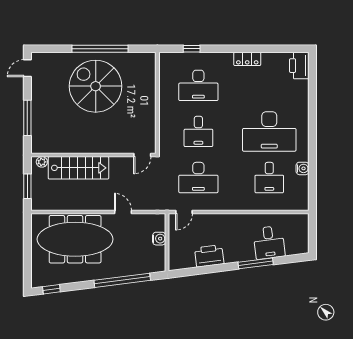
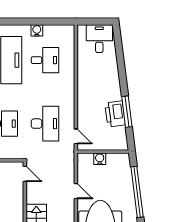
door: (123, 212) -> (76, 191), swing flipped
desk: (269, 242) -> (99, 39), moved, turned -83
window: (256, 263) -> (127, 112), moved

